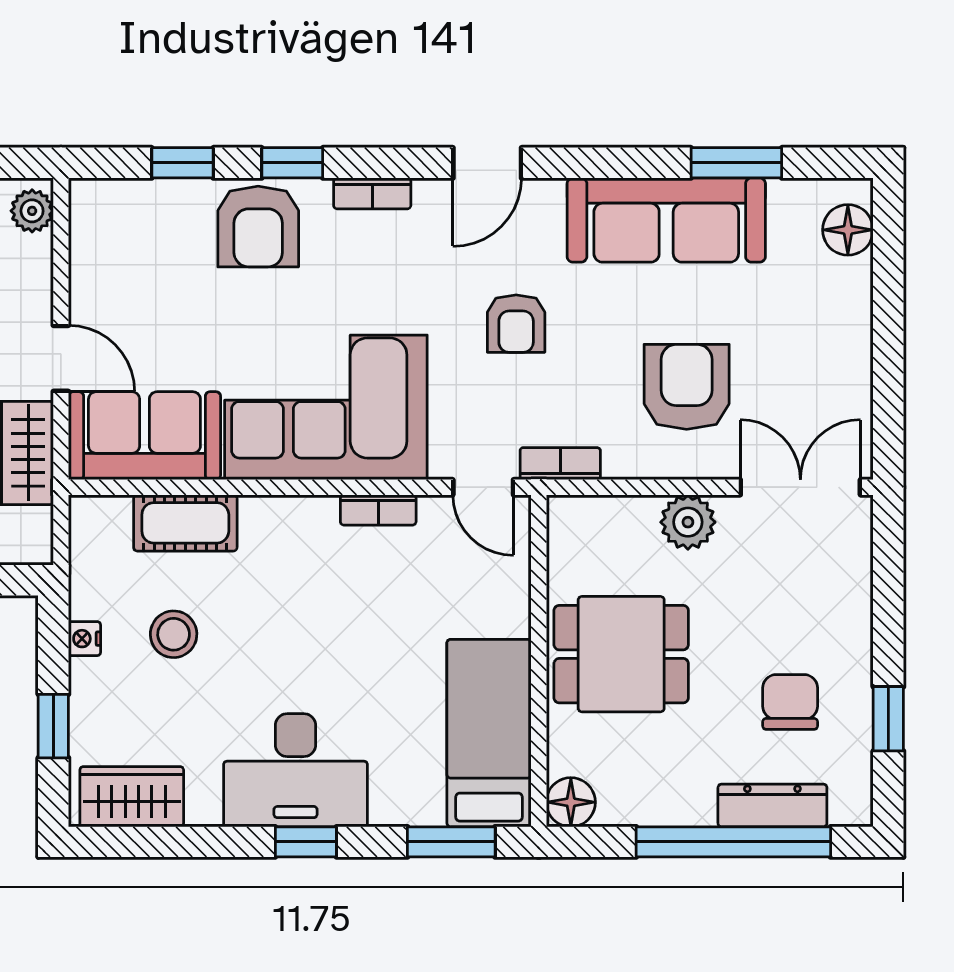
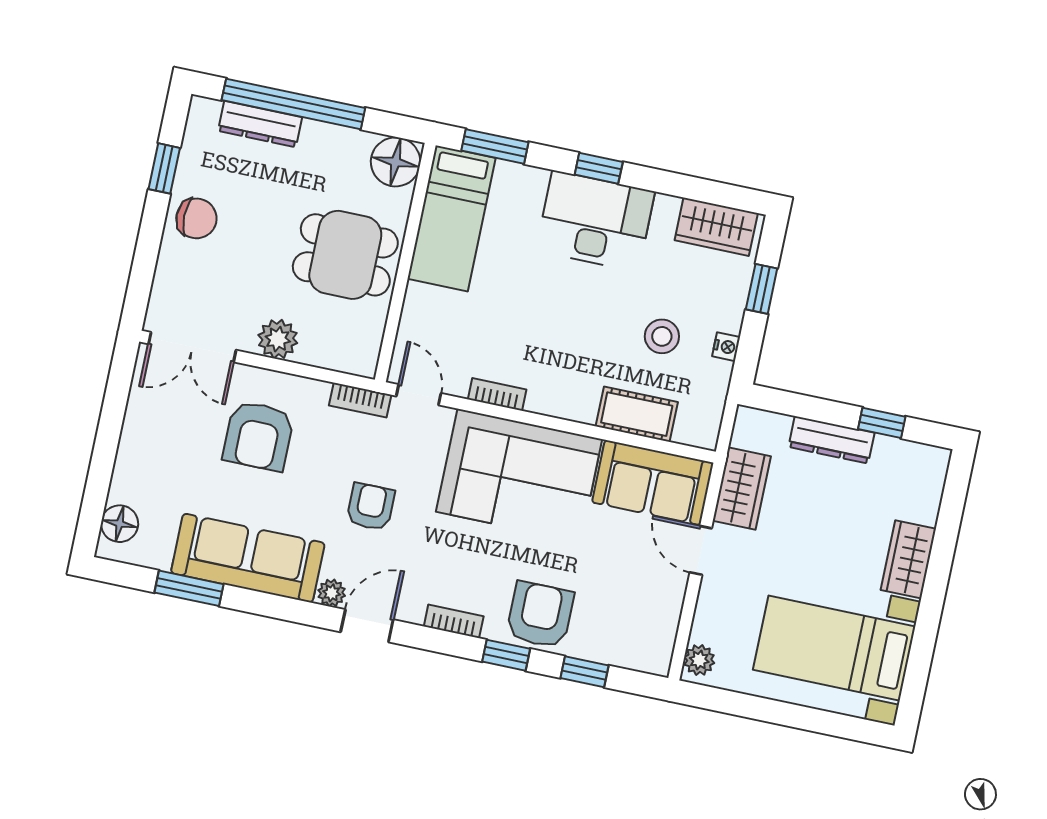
plant: (544, 197) -> (332, 593), added
chair: (790, 702) -> (196, 218), moved, turned -90
floor lamp: (571, 802) -> (396, 162), width x1.38, depth x1.38

